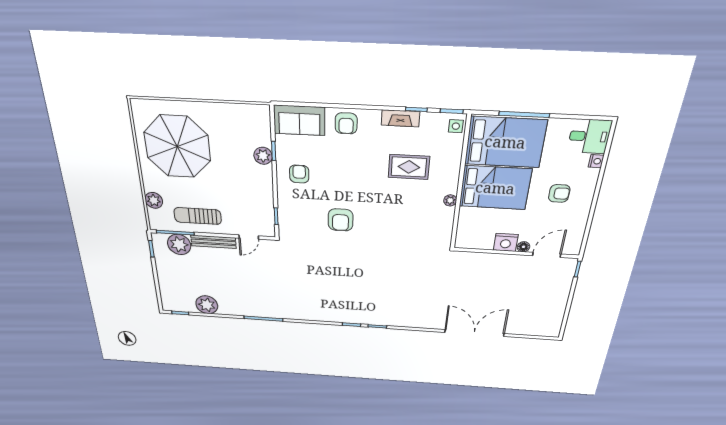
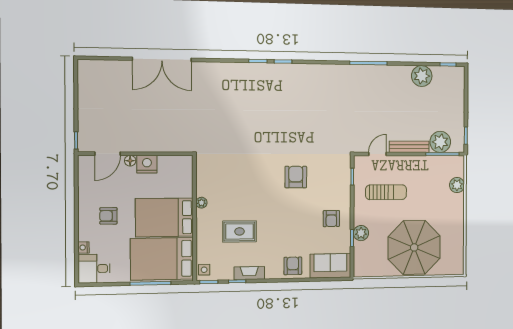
parasol: (177, 147) -> (414, 247), moved
sun lounger: (198, 216) -> (386, 192), moved

